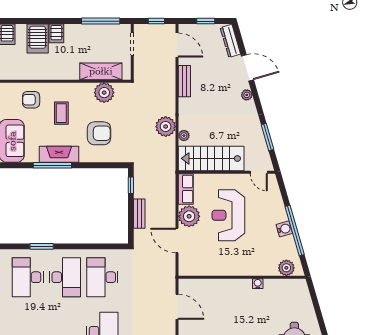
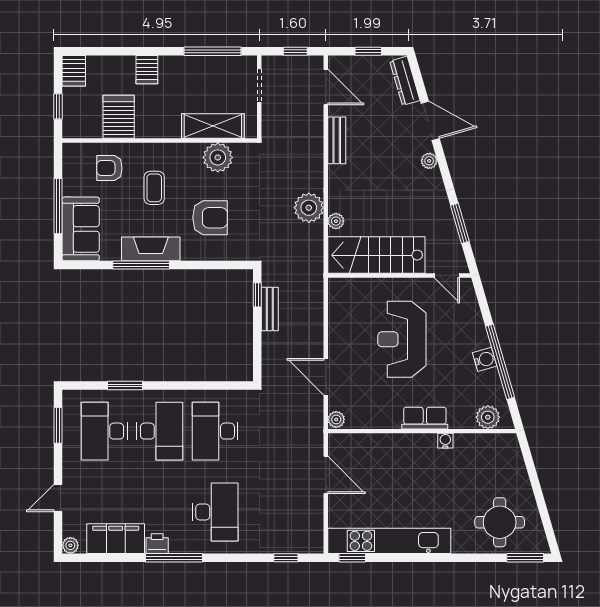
server rack: (38, 38) -> (119, 117), moved, turned 180
row of seats: (186, 189) -> (425, 418), moved, turned -90
bench: (139, 214) -> (270, 309), moved
plant: (189, 216) -> (336, 419), moved, width x0.53, depth x0.53

